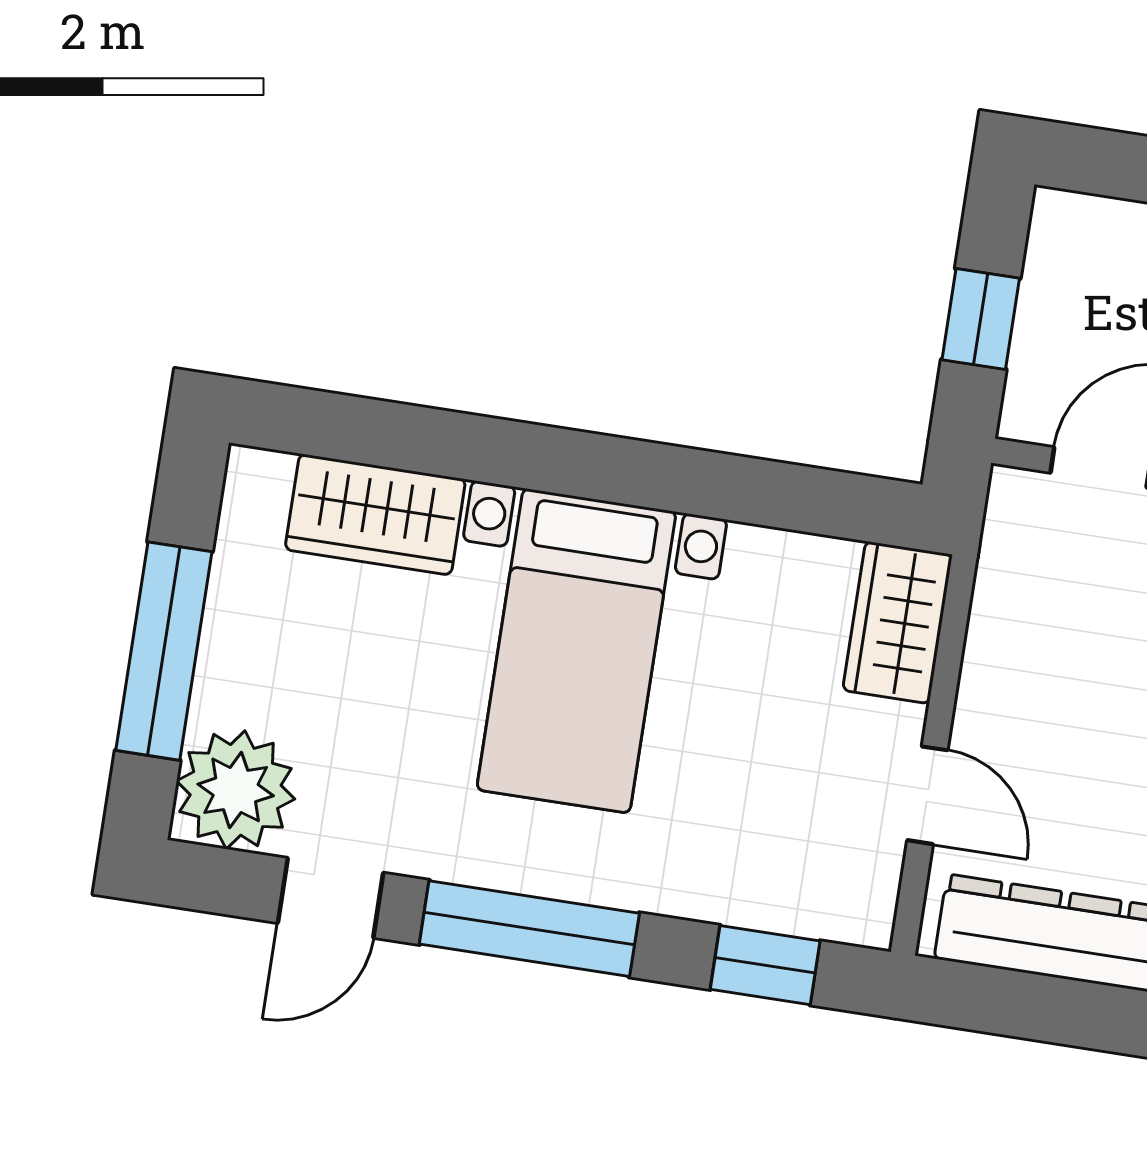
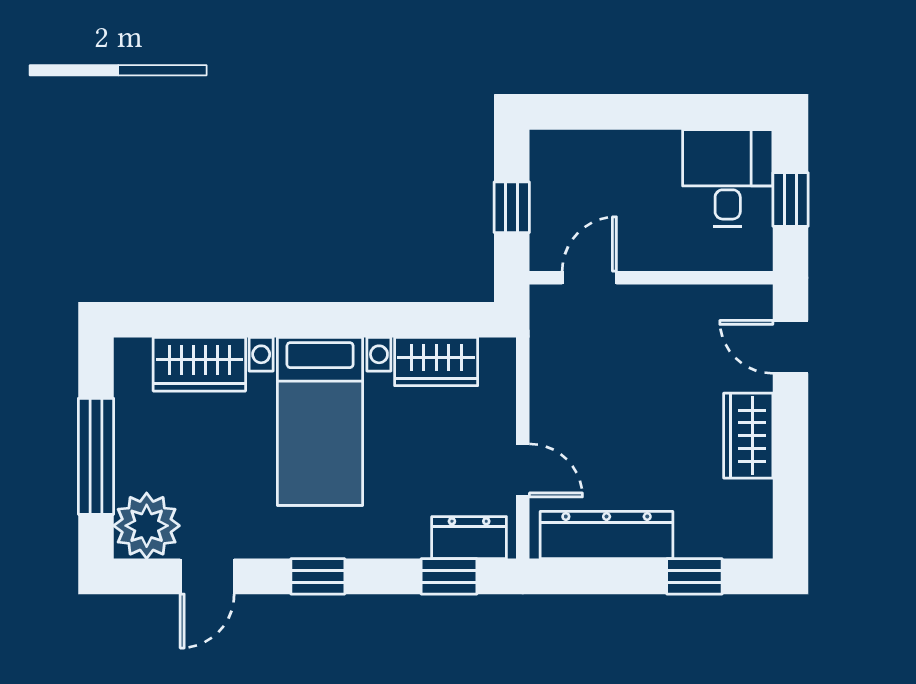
wardrobe: (898, 622) -> (436, 362), moved, turned -90
dresser: (812, 901) -> (469, 538), added
window: (529, 929) -> (318, 576), width x0.46

